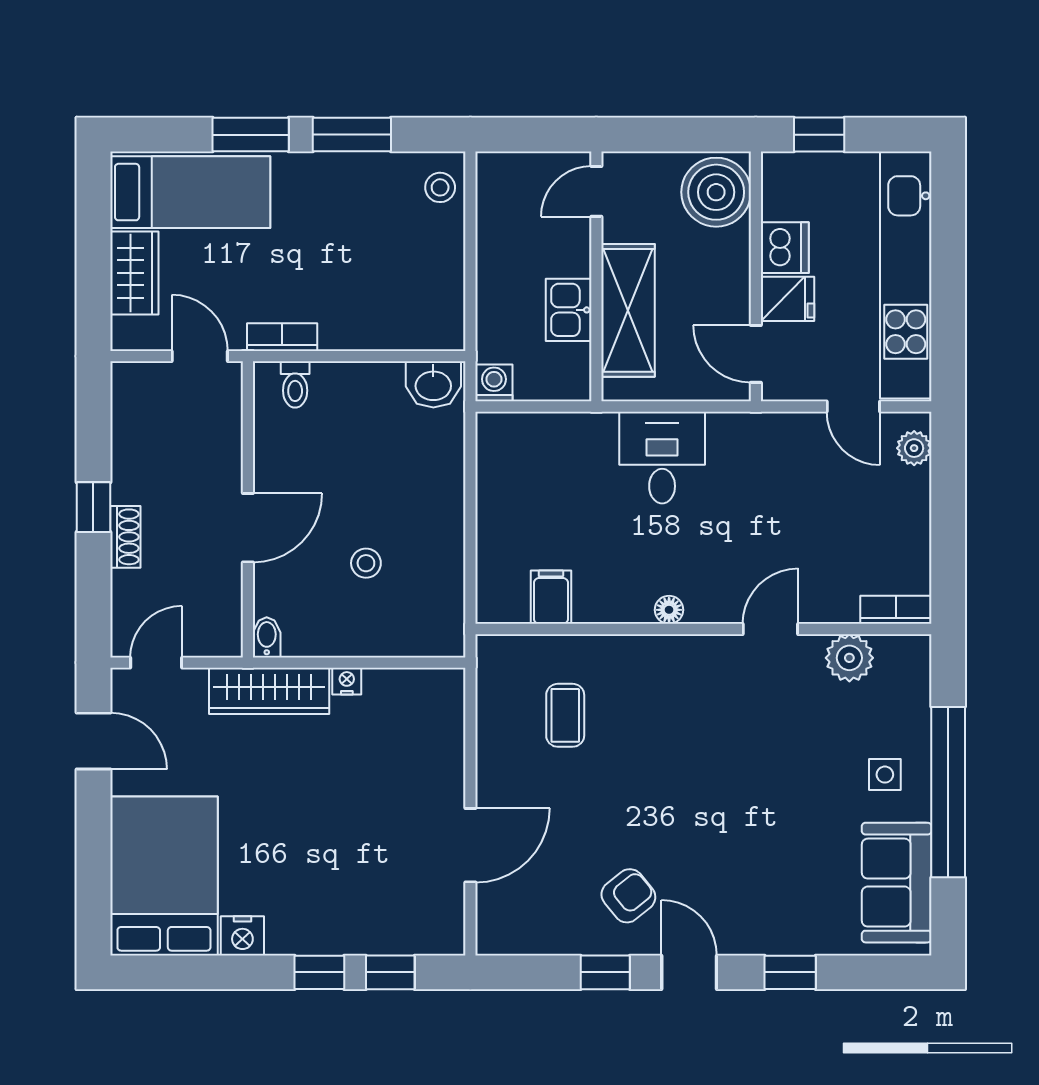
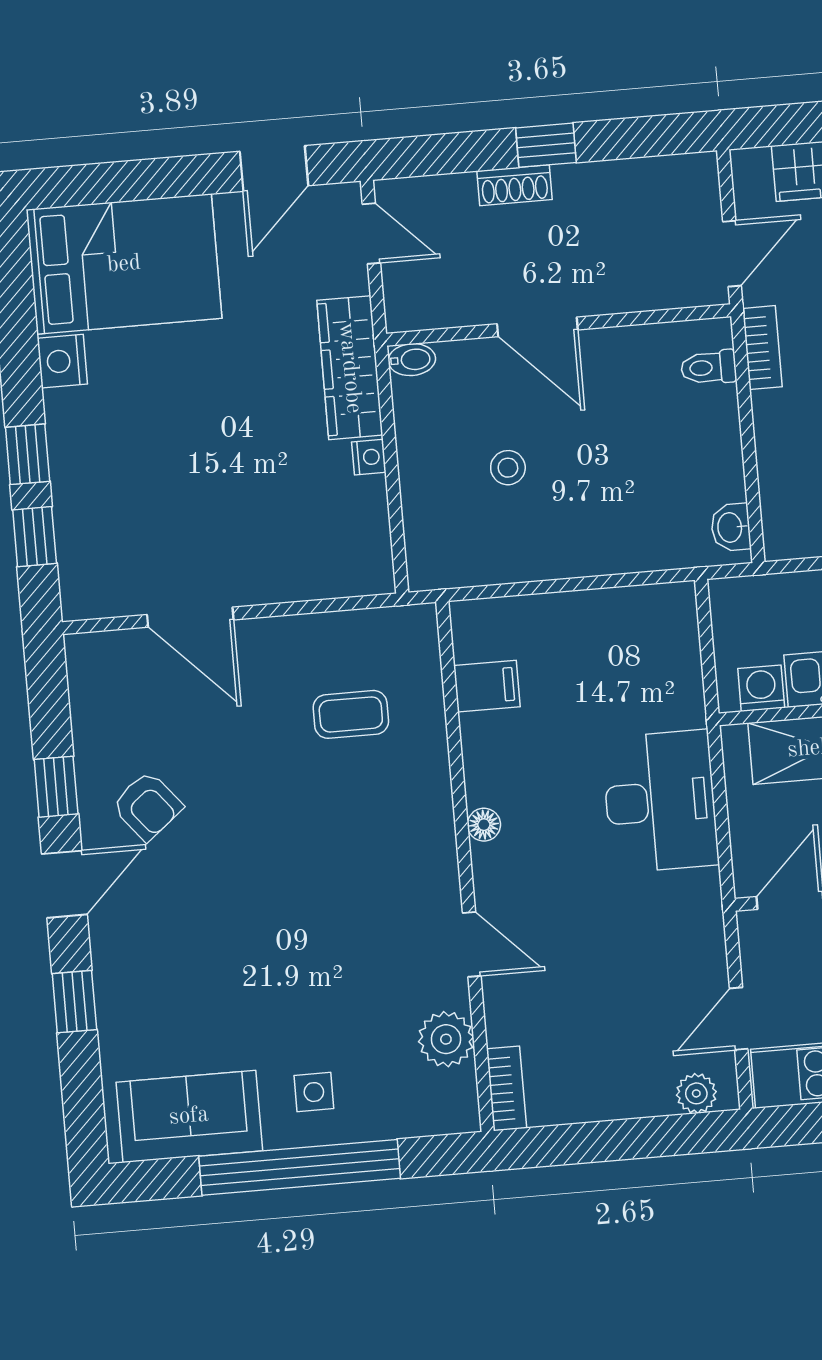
washing machine: (494, 383) -> (761, 688), moved, turned -90
washbasin: (433, 384) -> (731, 527), width x0.72, depth x0.69
desk: (662, 458) -> (660, 801), width x1.37

